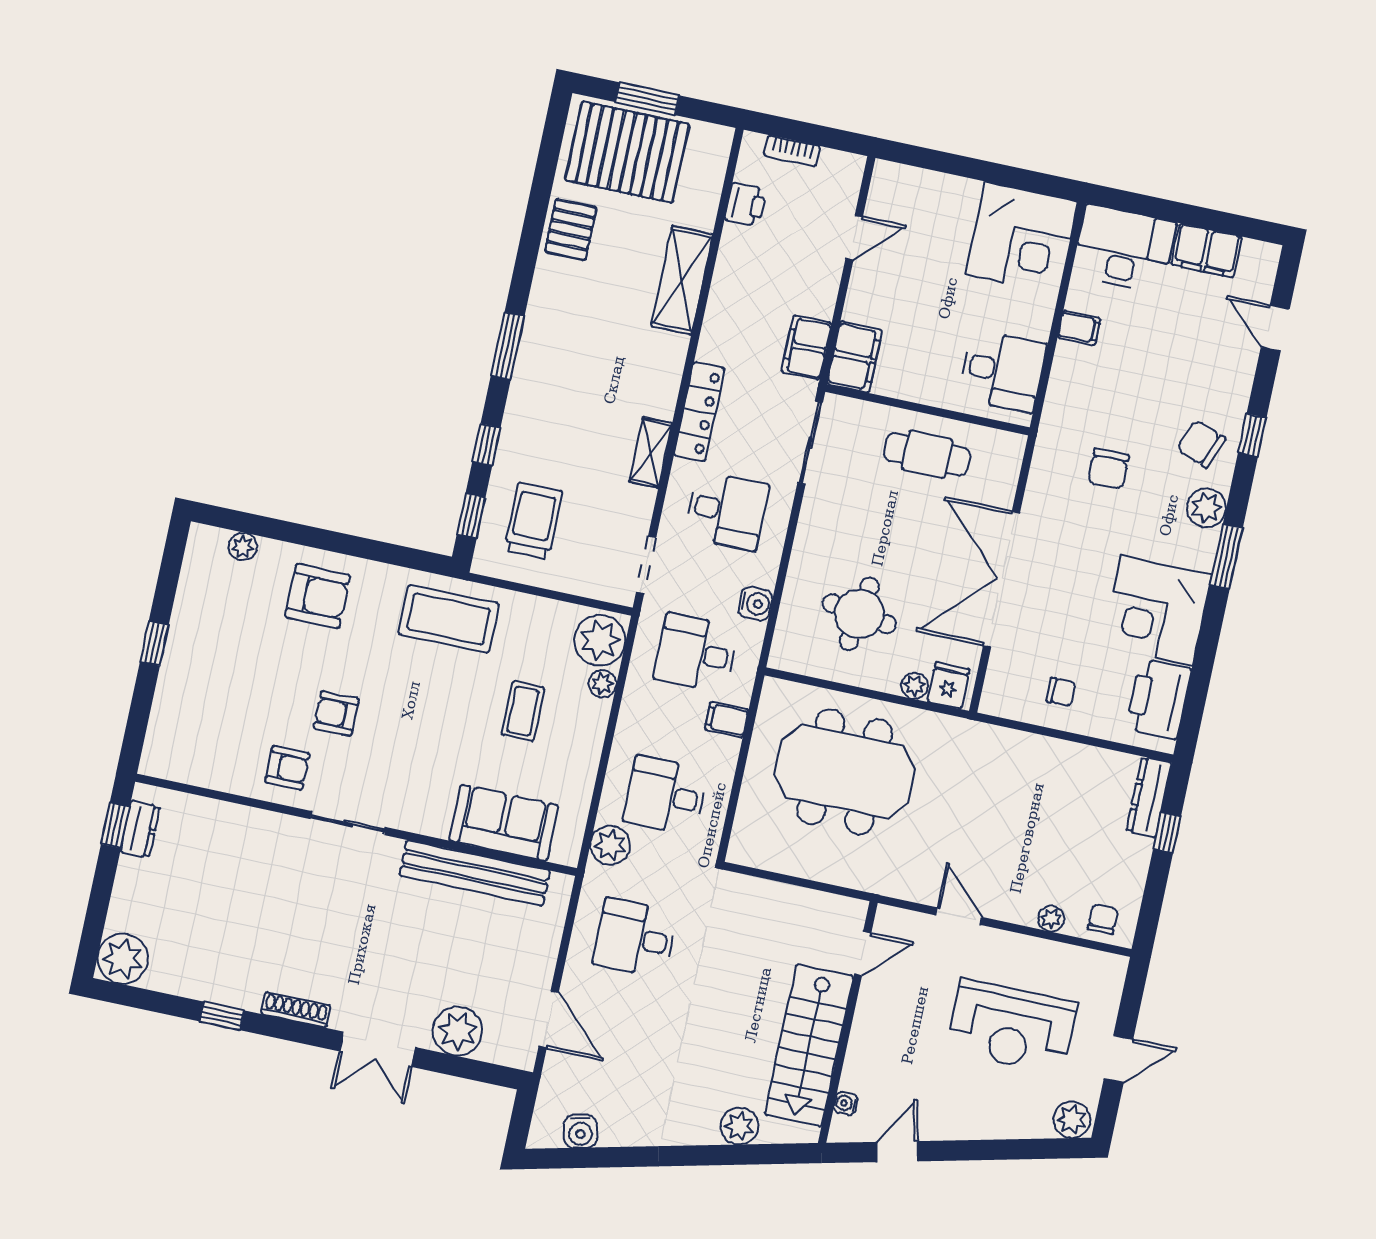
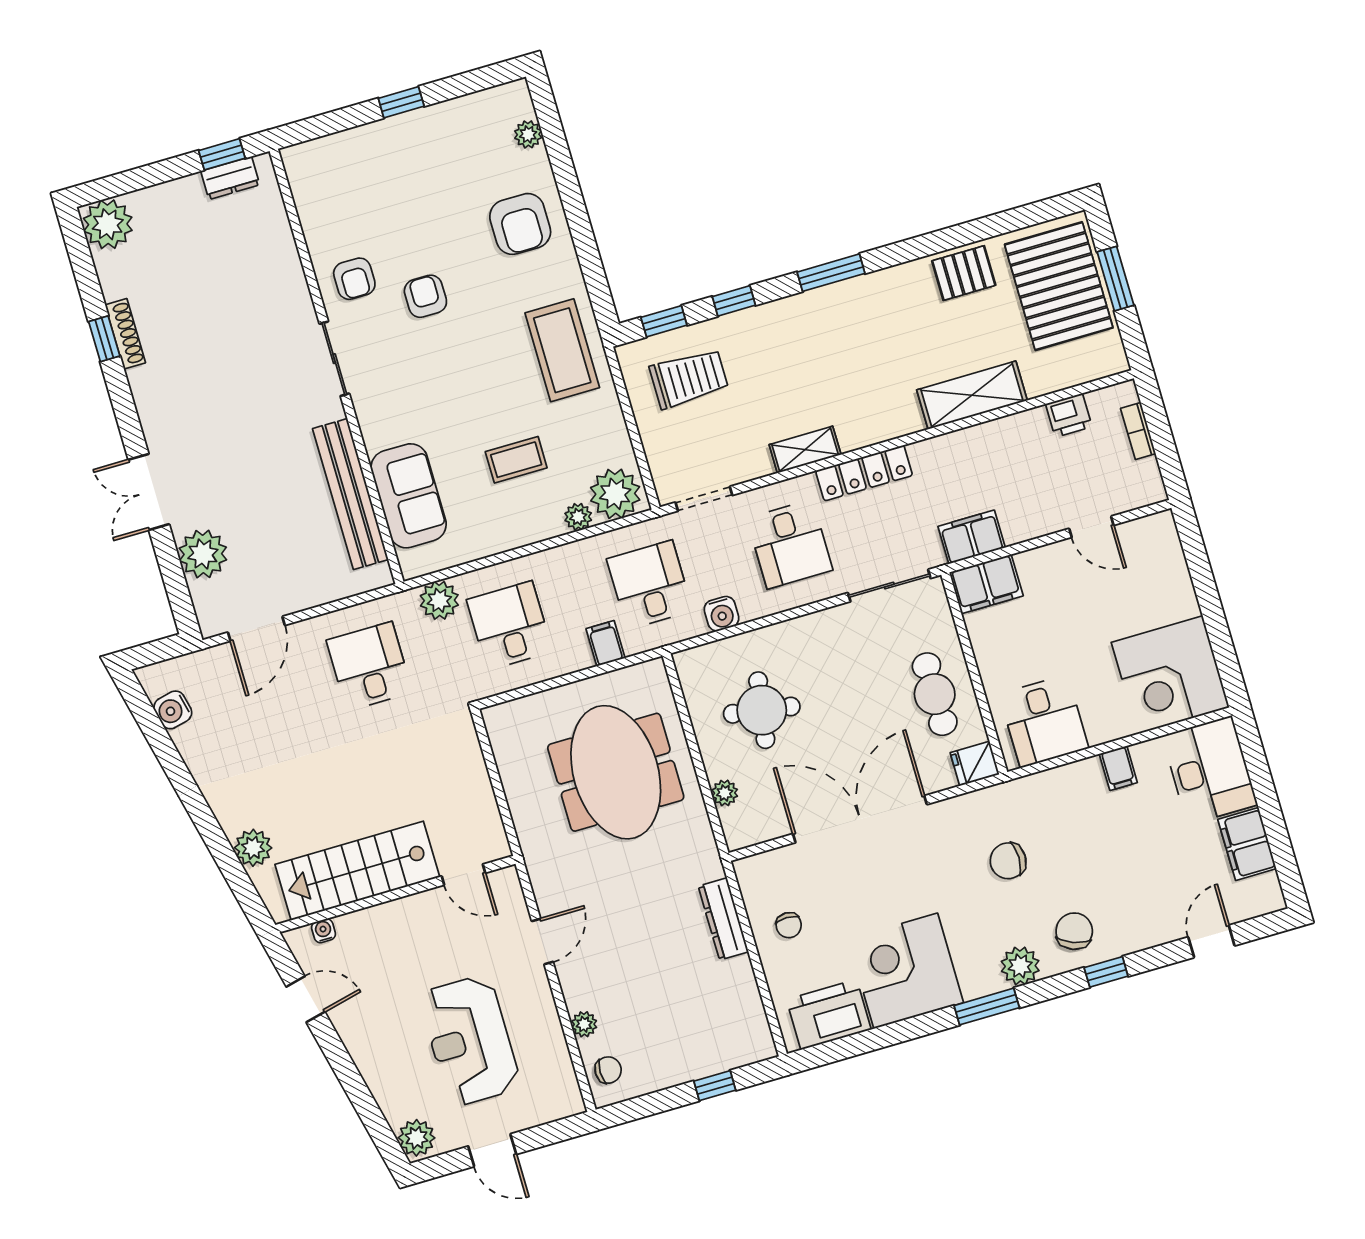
fridge: (949, 685) -> (975, 764), moved, turned 180
dresser: (1149, 797) -> (723, 919), moved, turned -90
shoe rack: (296, 1010) -> (125, 334), moved

